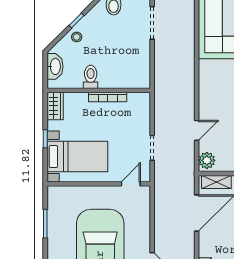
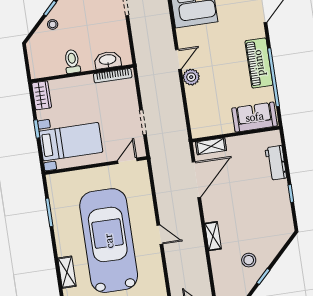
washbasin: (55, 66) -> (108, 60), moved, turned -90
bookcase: (108, 97) -> (113, 76), moved
door: (197, 130) -> (178, 59), moved
plant: (207, 160) -> (191, 77), moved

